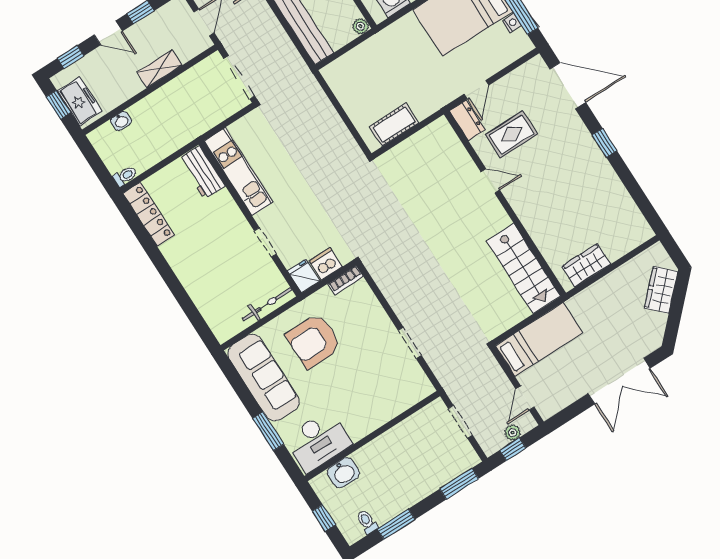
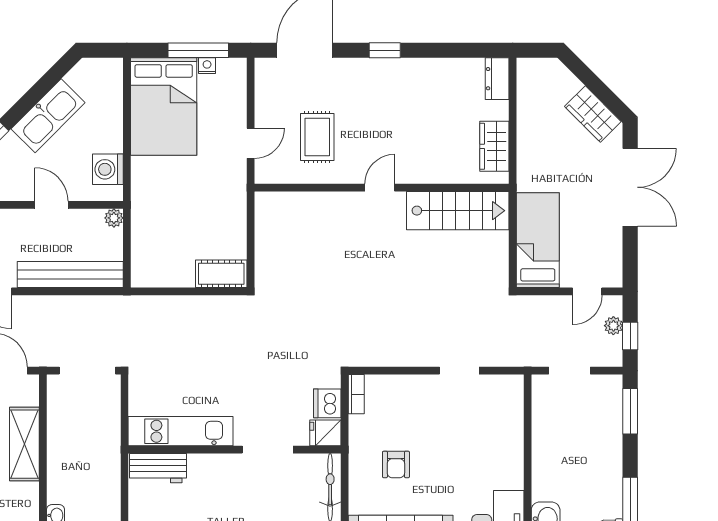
shelving: (160, 69) -> (24, 444), width x1.50, depth x1.33
door: (476, 90) -> (251, 143), hinge flipped
dresser: (467, 120) -> (497, 79), moved, turned -90
cot: (394, 125) -> (221, 274), moved, turned 90
door: (490, 181) -> (380, 188), moved
doorway: (265, 242) -> (268, 450), width x1.38
wardrobe: (661, 290) -> (593, 114), moved
armchair: (314, 341) -> (396, 464), width x0.53, depth x0.53
door: (525, 398) -> (587, 291), hinge flipped

